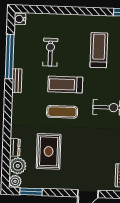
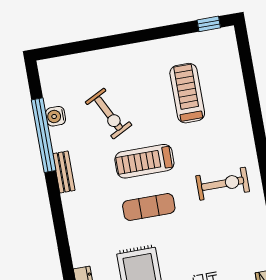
water cooler: (20, 19) -> (56, 116), moved
exercise bike: (50, 52) -> (109, 114), turned 153

